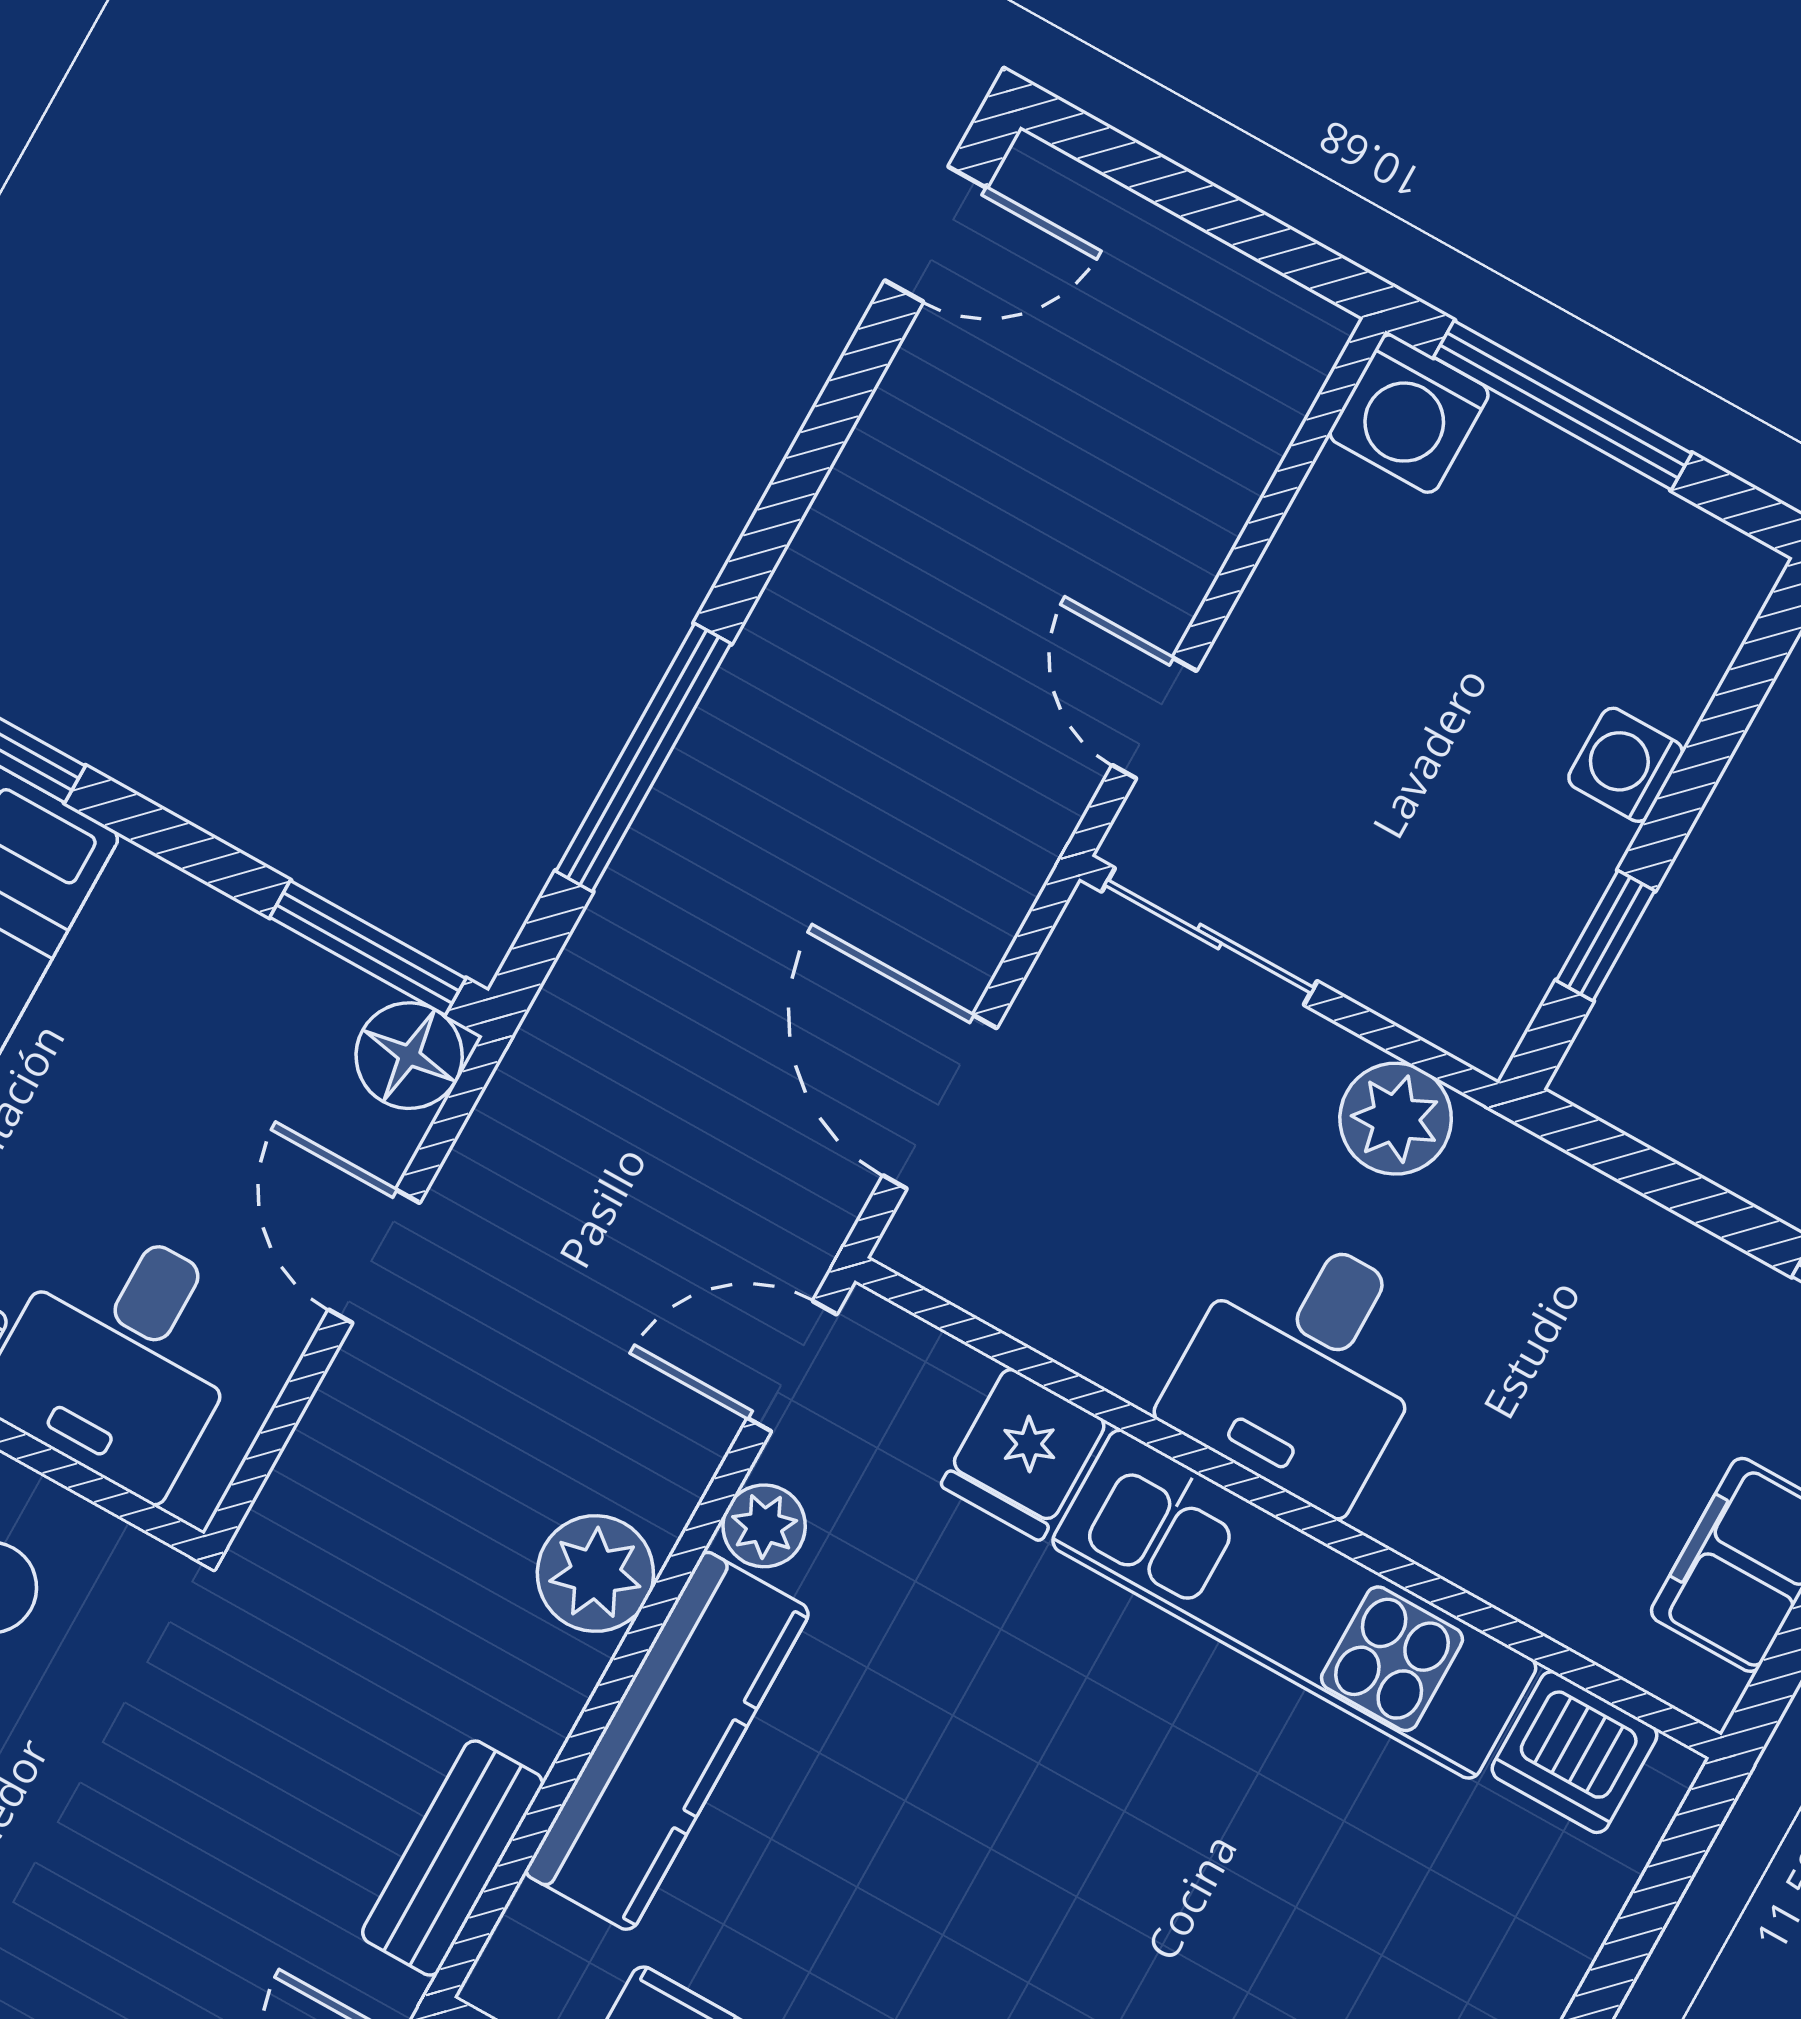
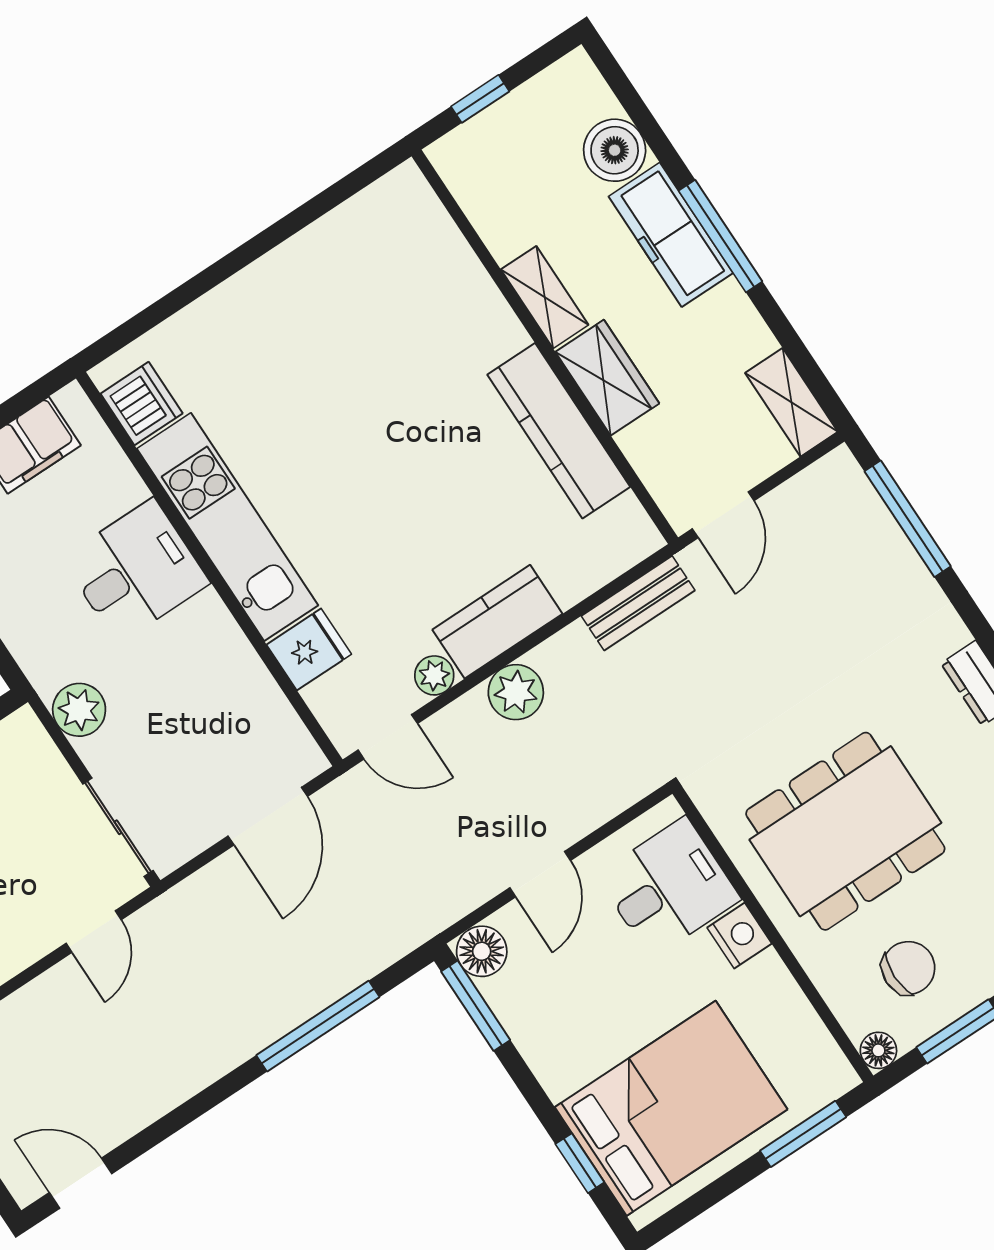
desk: (1304, 1366) -> (136, 571), moved
kitchen counter: (668, 1741) -> (497, 622), width x0.67

